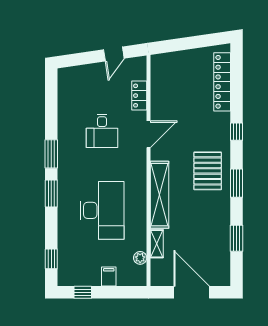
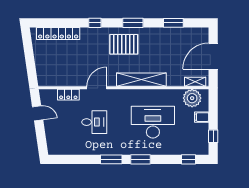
door: (148, 134) -> (97, 88), hinge flipped
shelving: (157, 244) -> (195, 82), moved
plant: (140, 258) -> (192, 98), width x1.88, depth x1.88

